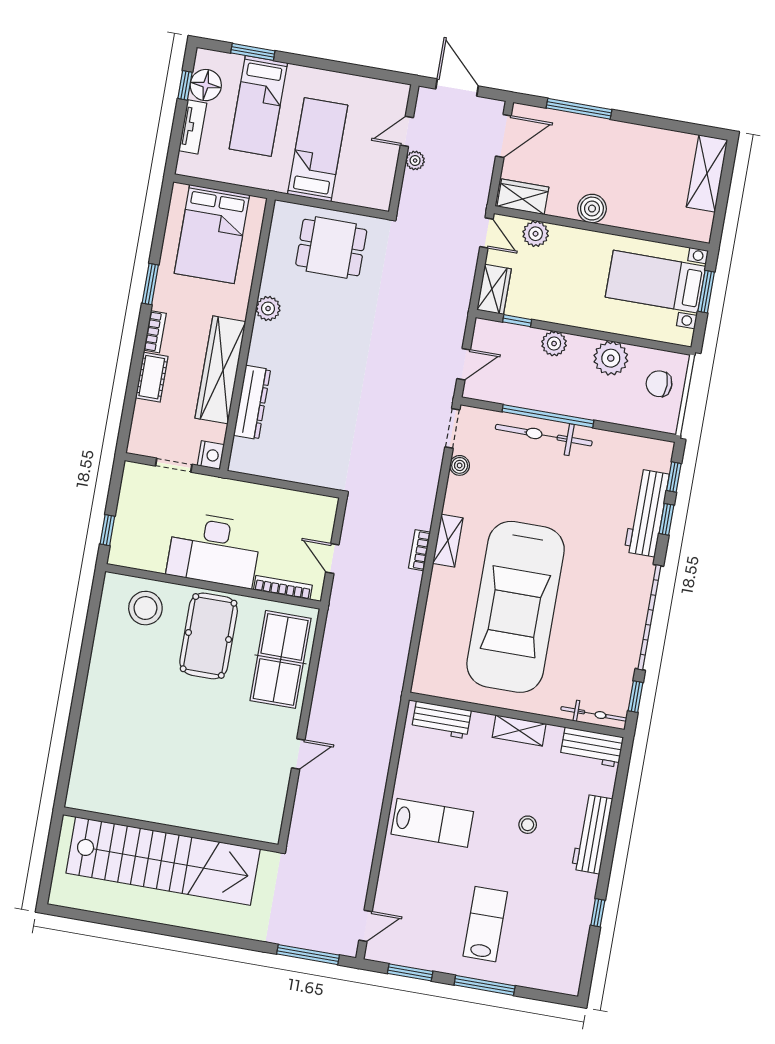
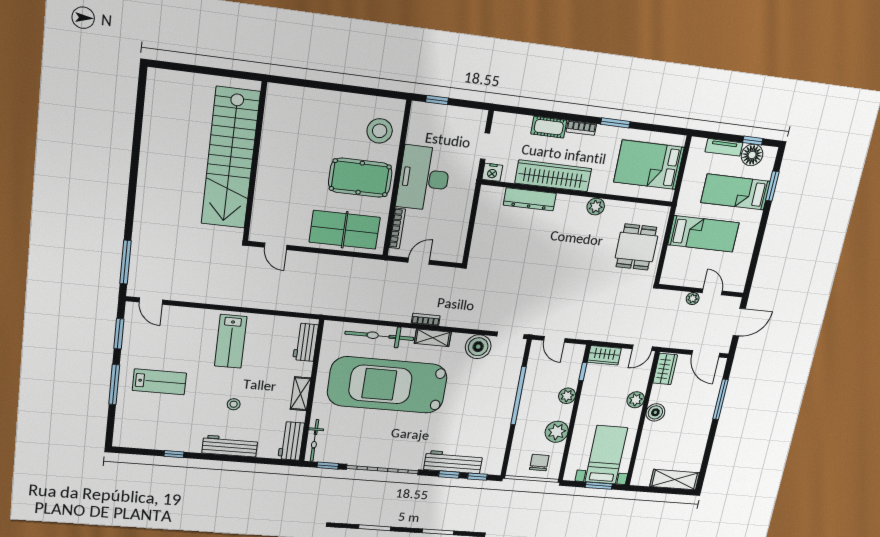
plant: (536, 234) -> (636, 400), moved
bicycle: (544, 435) -> (379, 336), moved, turned -90
boiler: (460, 465) -> (478, 347), width x1.86, depth x1.86
wall: (171, 830) -> (255, 163), moved
stairs: (163, 861) -> (231, 158), moved

